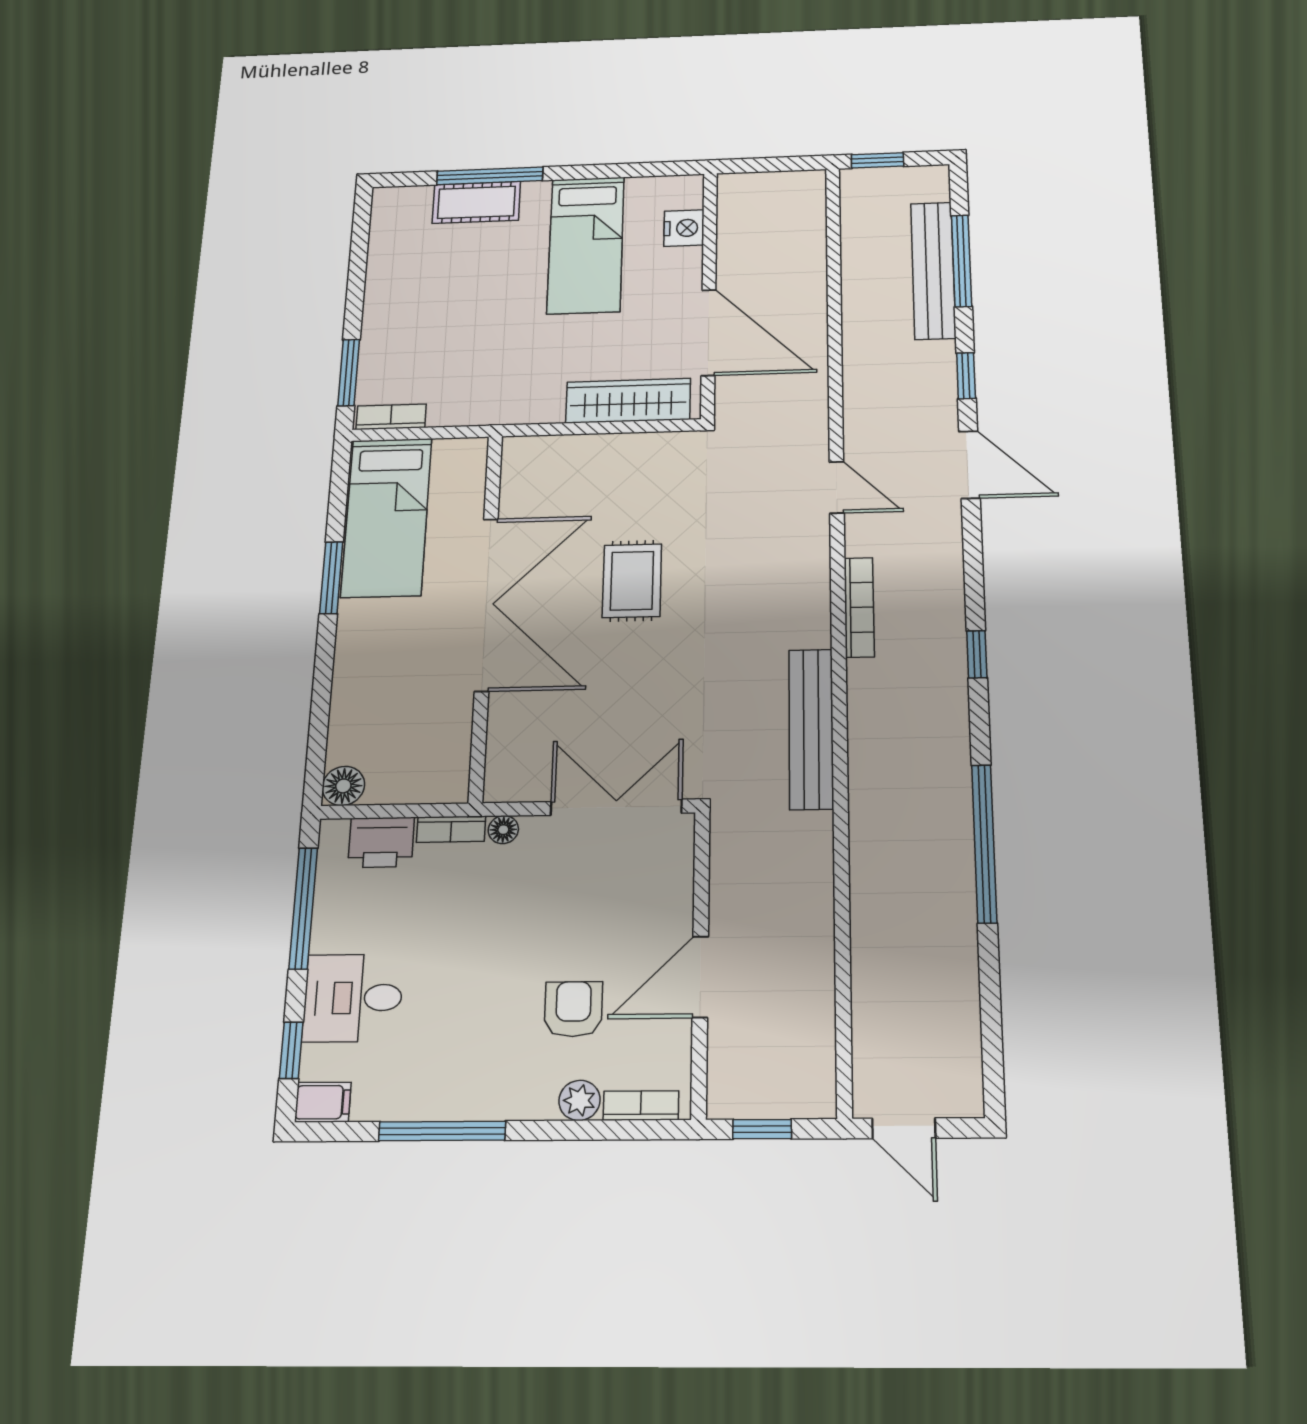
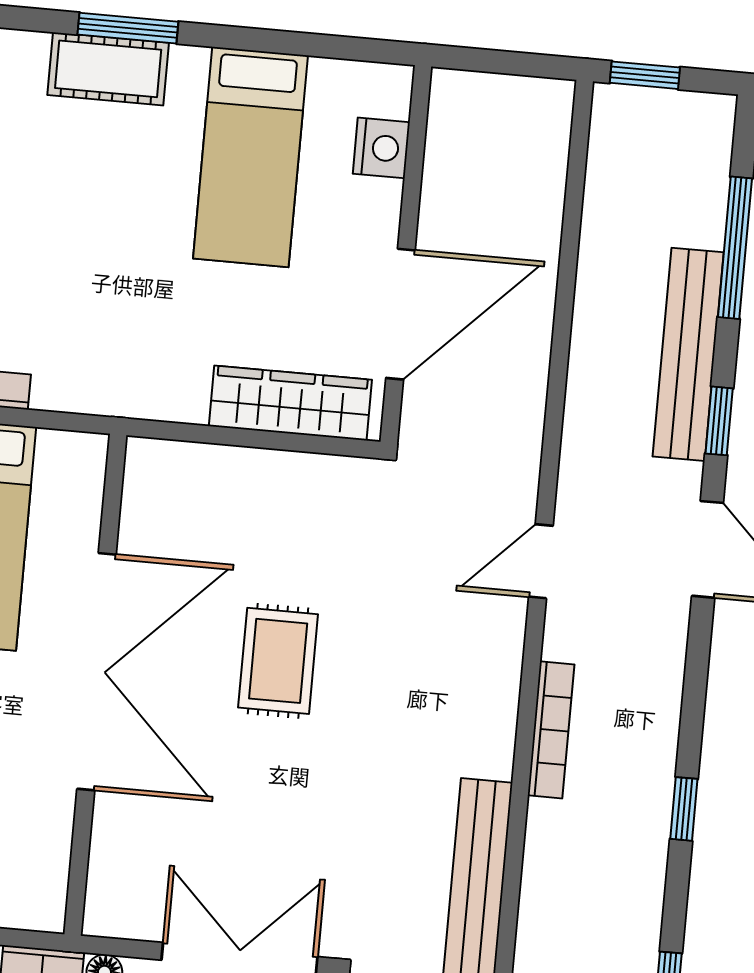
window: (490, 176) -> (128, 28), width x0.69
bench: (933, 270) -> (688, 354), moved
door: (708, 332) -> (400, 314), hinge flipped
door: (837, 487) -> (541, 561), swing flipped

